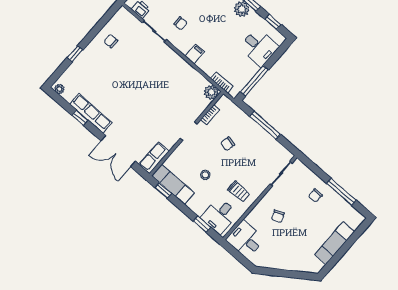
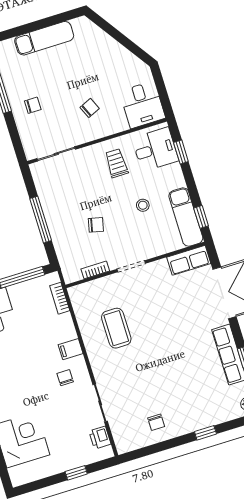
chair: (180, 23) -> (65, 378), moved
coffee table: (174, 86) -> (116, 328), added
plant: (211, 92) -> (78, 294), removed

